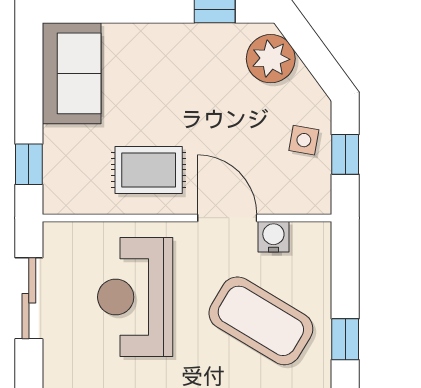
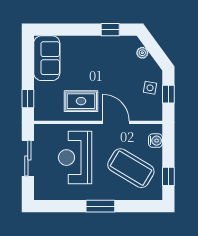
plant: (271, 59) -> (142, 53), width x0.53, depth x0.53
water cooler: (273, 237) -> (156, 141), moved, turned 90

